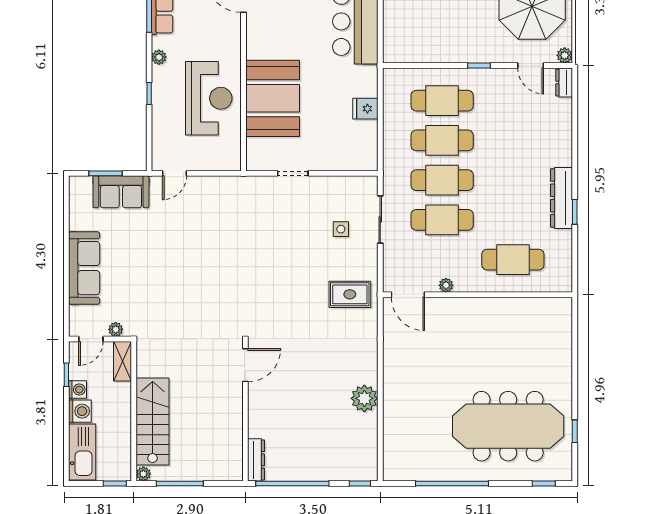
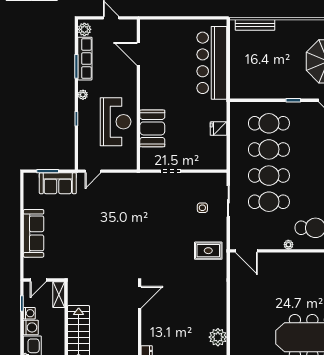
booth: (273, 98) -> (152, 128), width x0.73, depth x0.70
plant: (446, 285) -> (288, 245), moved
plant: (116, 329) -> (54, 274), removed
plant: (364, 398) -> (218, 337), moved

